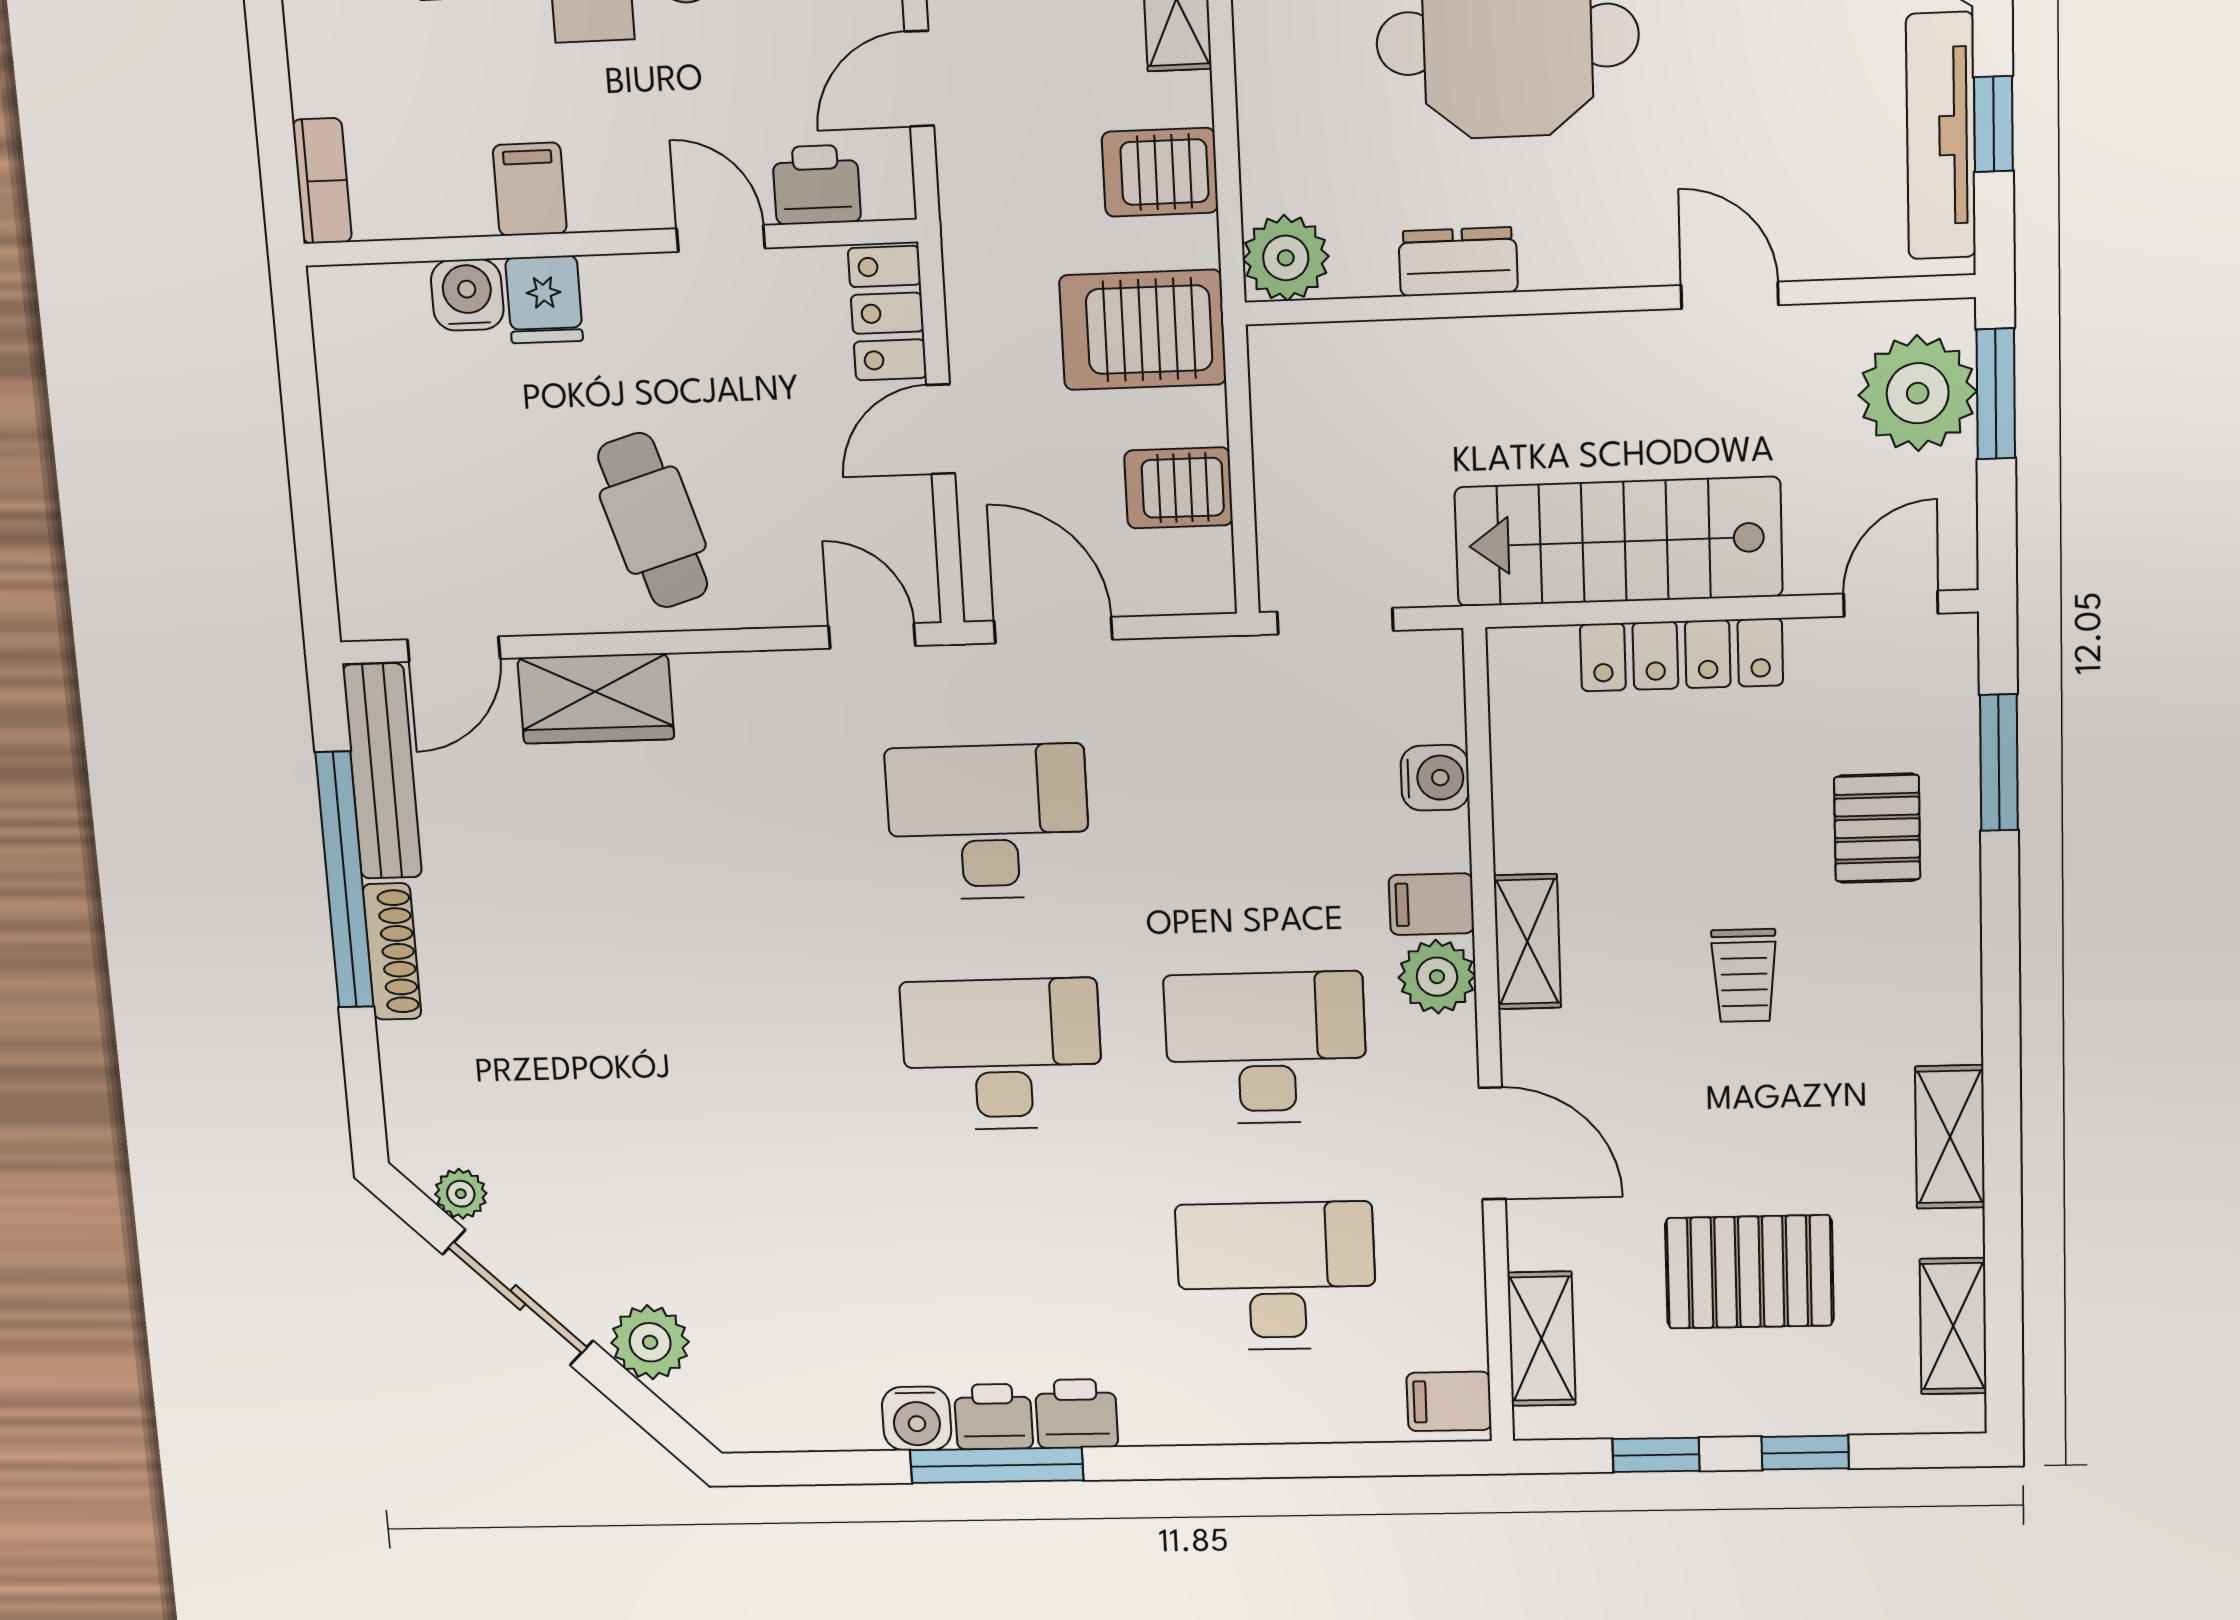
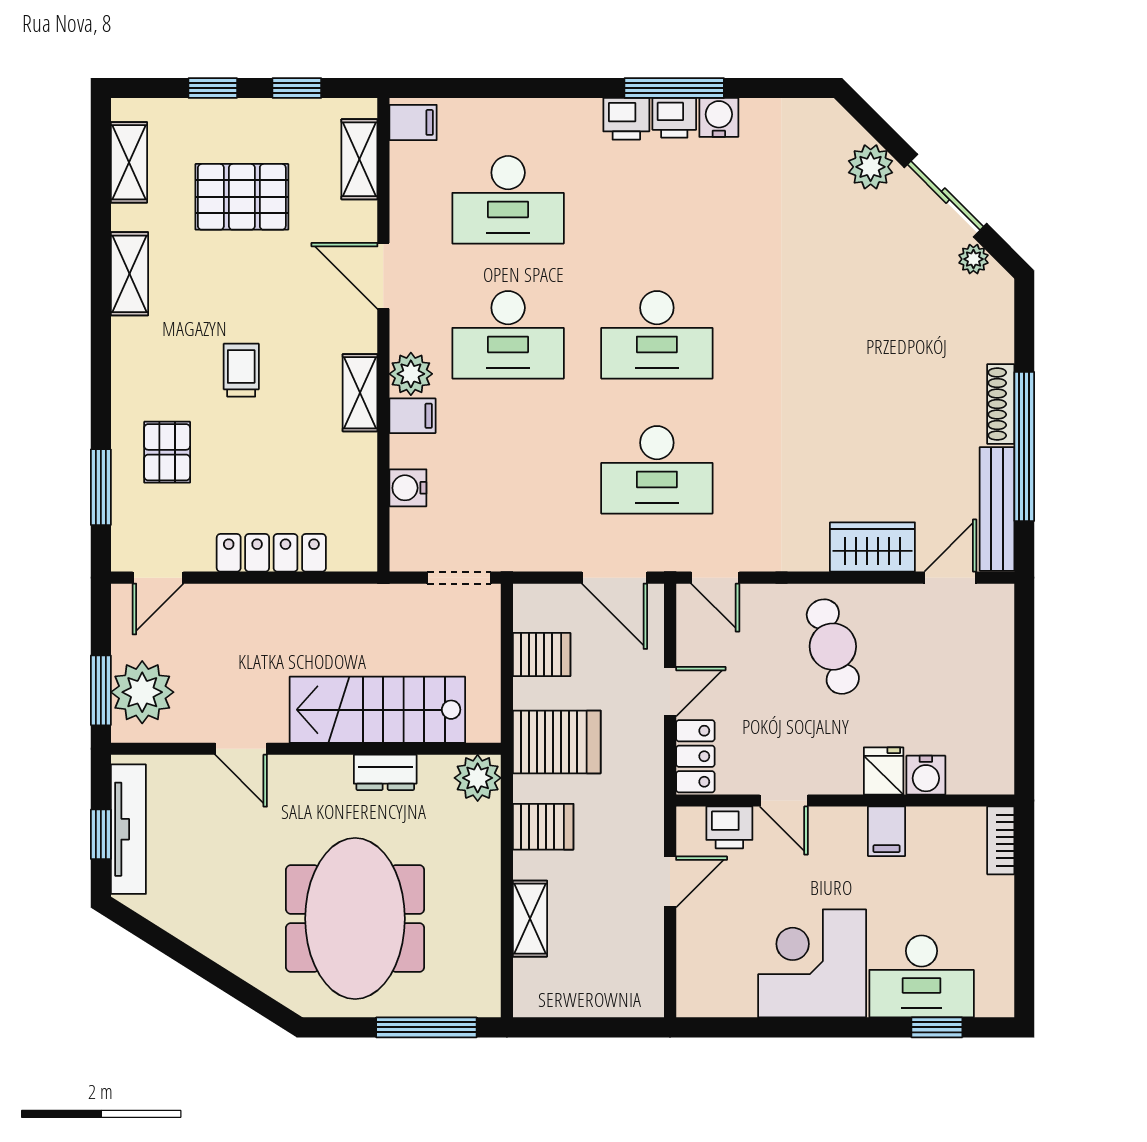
stairs: (1618, 542) -> (377, 710), moved, turned 180

